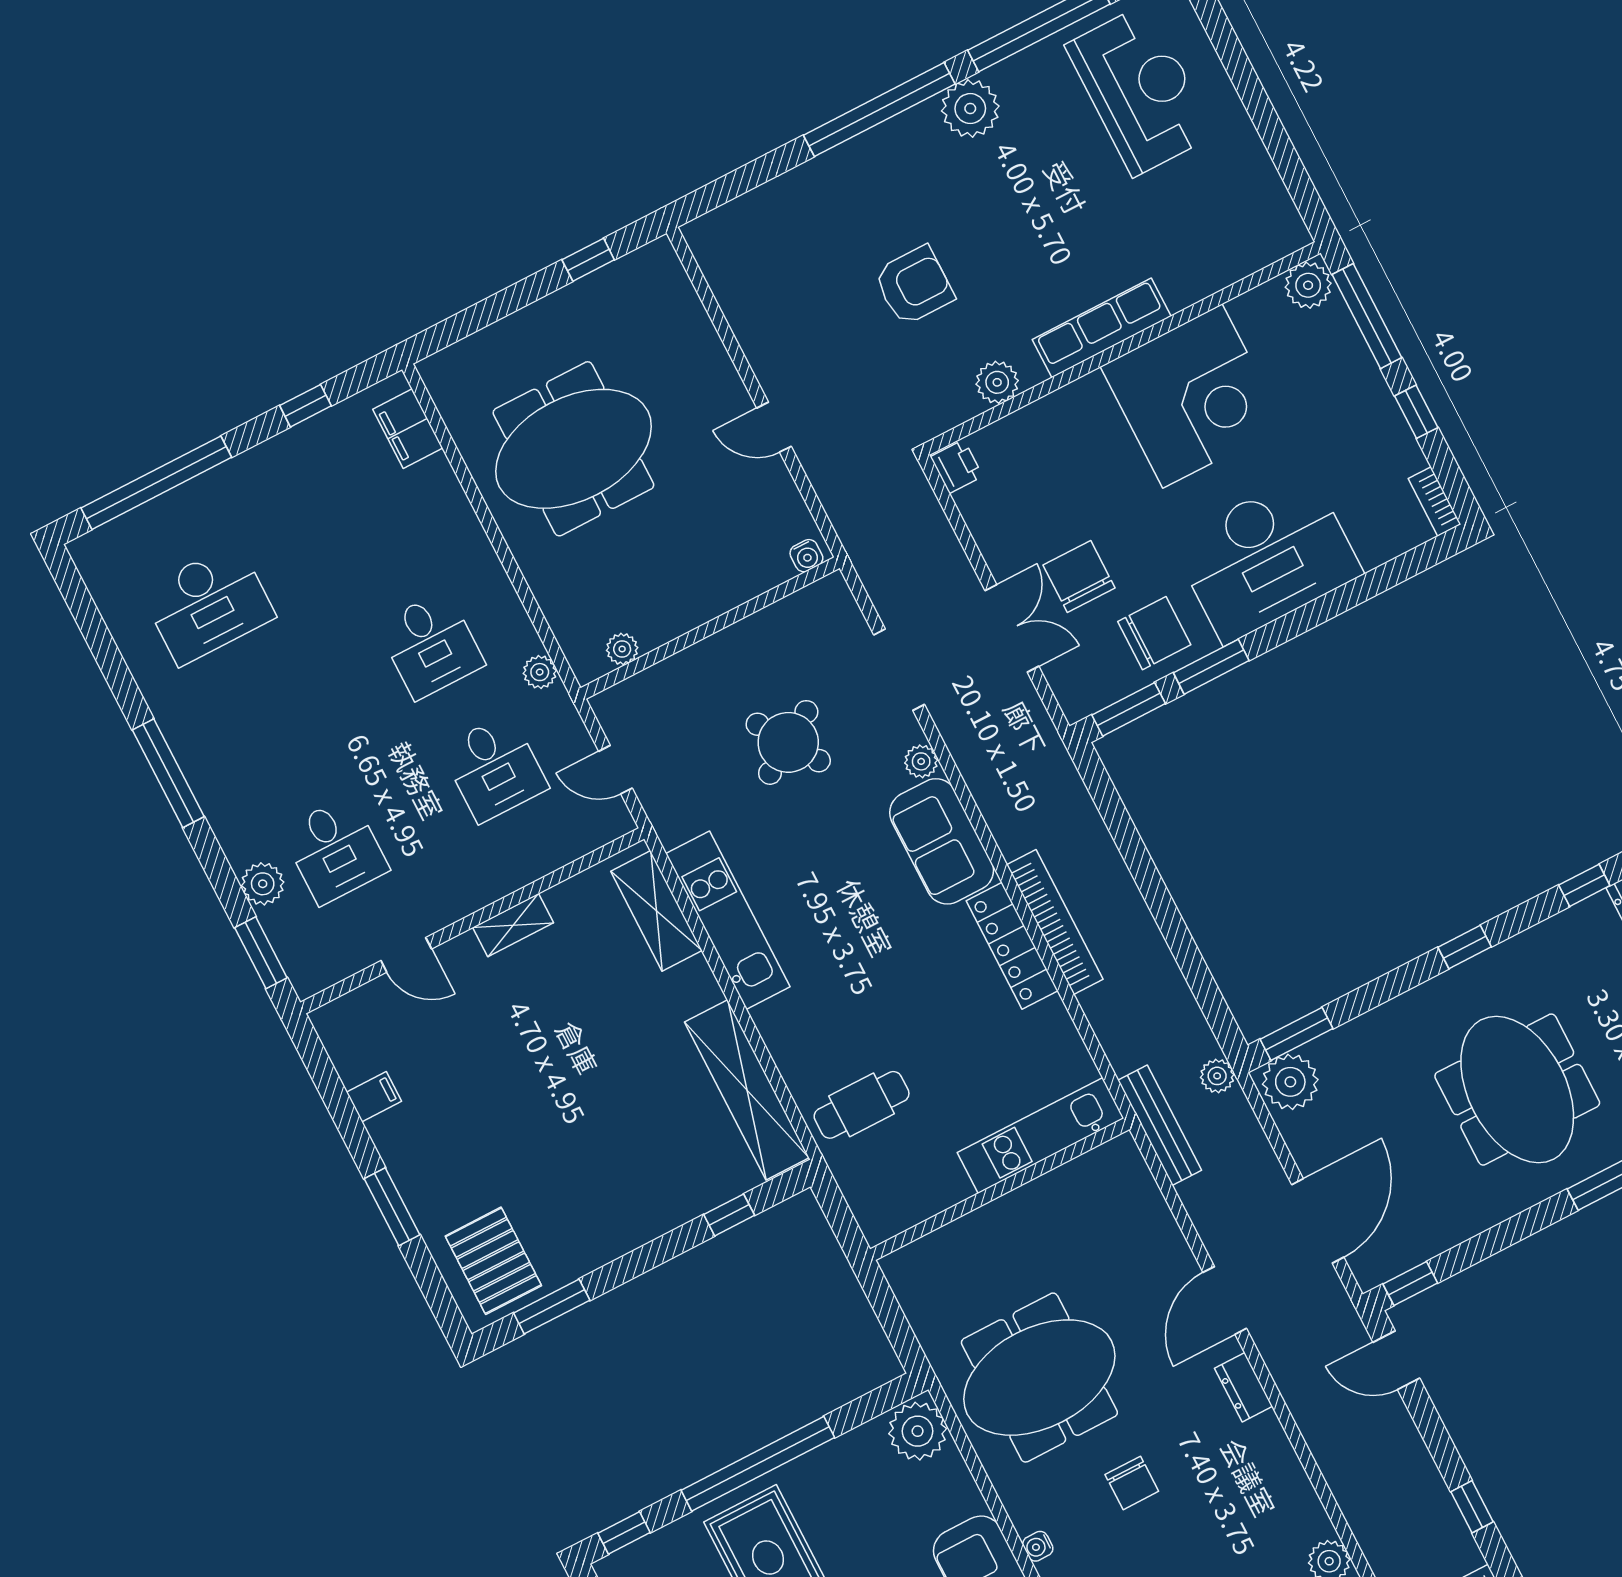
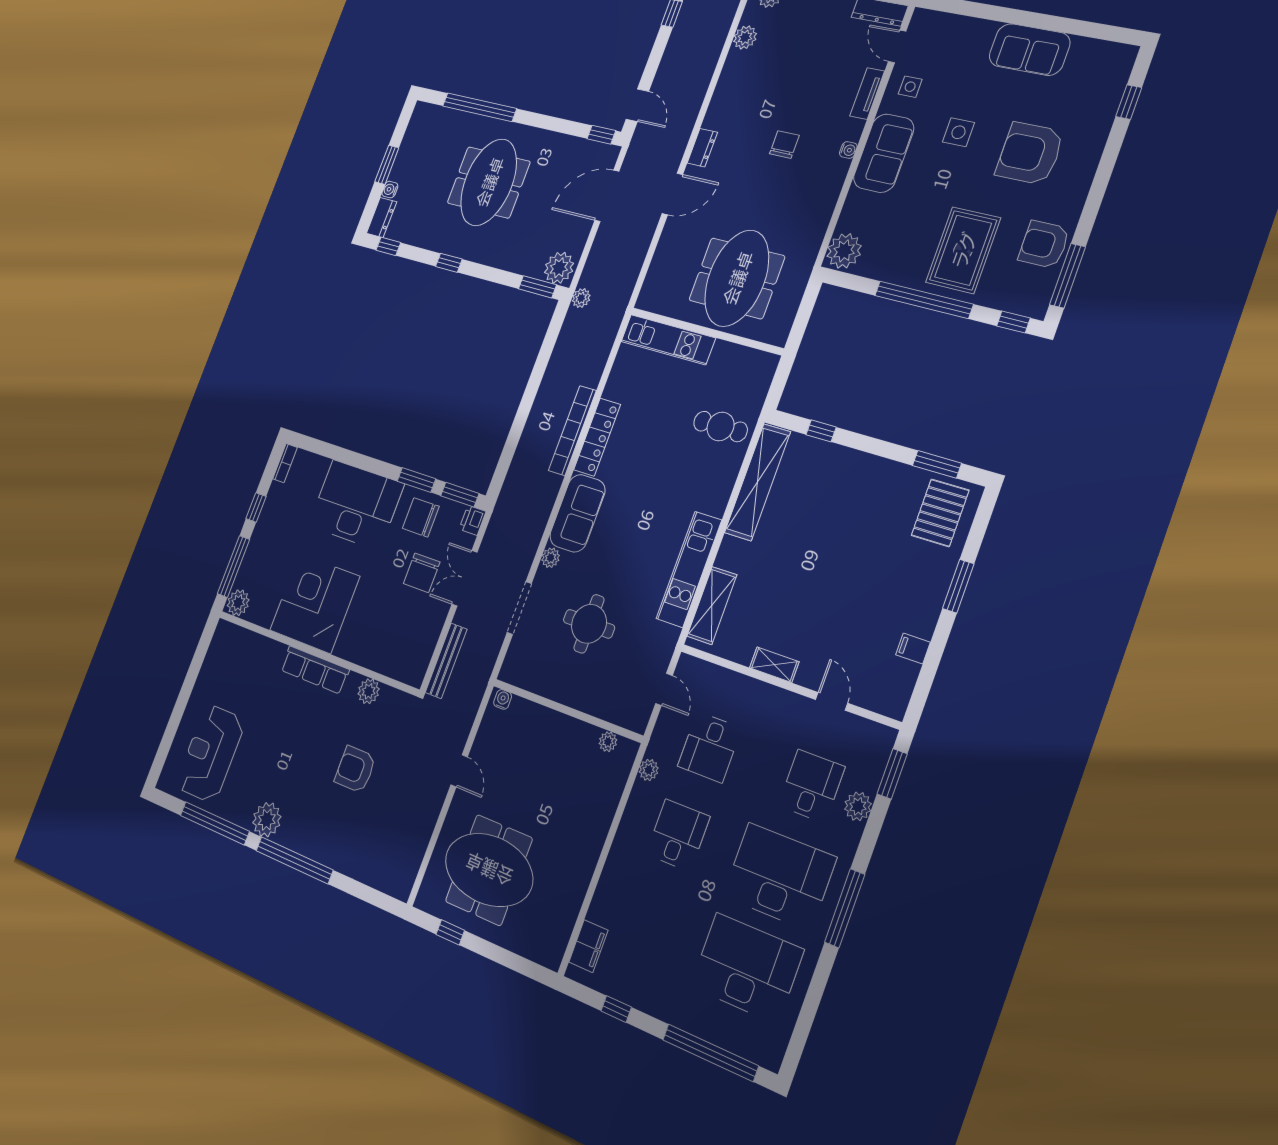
meeting table: (573, 449) -> (489, 870), moved
printer: (956, 466) -> (473, 520), moved
desk: (208, 604) -> (747, 968), width x1.36, depth x1.30
desk: (272, 727) -> (779, 877), added
round table: (788, 742) -> (589, 624), turned 32
desk: (494, 768) -> (710, 747), turned 180
bench: (1160, 1125) -> (446, 661), moved
meeting table: (1039, 1378) -> (737, 278), moved, turned 90

